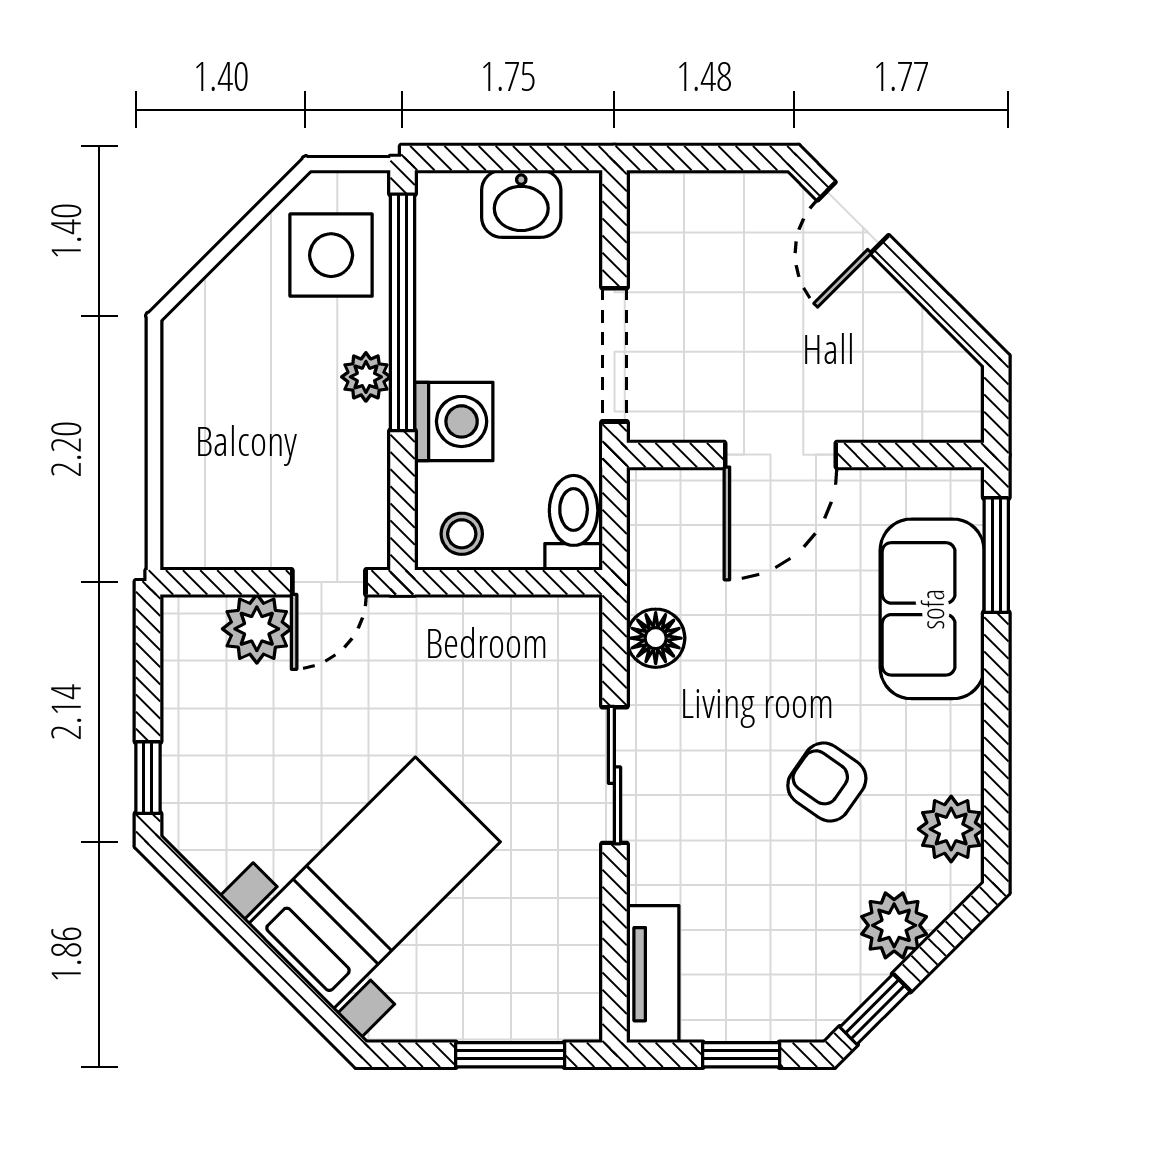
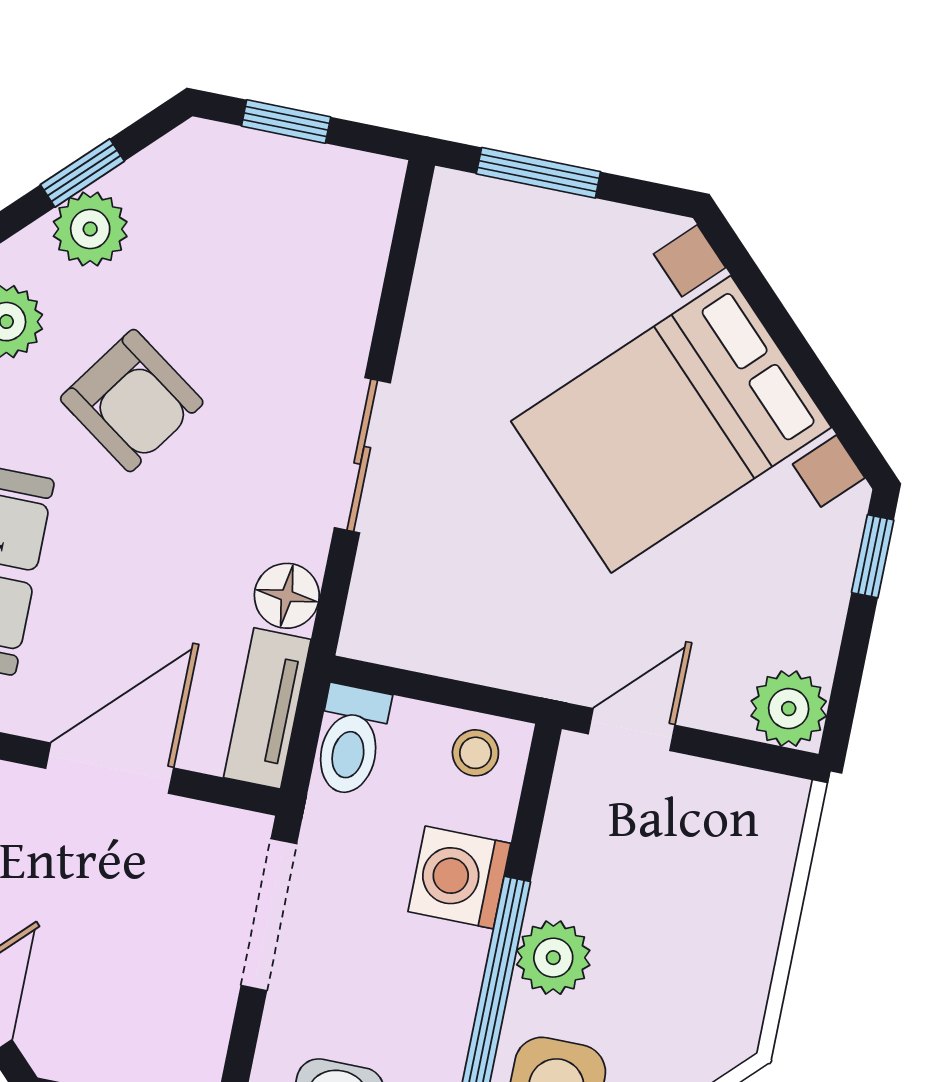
plant: (366, 377) -> (553, 958), width x1.38, depth x1.38
plant: (257, 629) -> (789, 709), moved
armchair: (827, 782) -> (132, 401), width x1.38, depth x1.38
bed with nightstands: (374, 883) -> (671, 424), width x1.36
tv unit: (653, 974) -> (267, 708), moved
window: (875, 1009) -> (82, 173), moved

